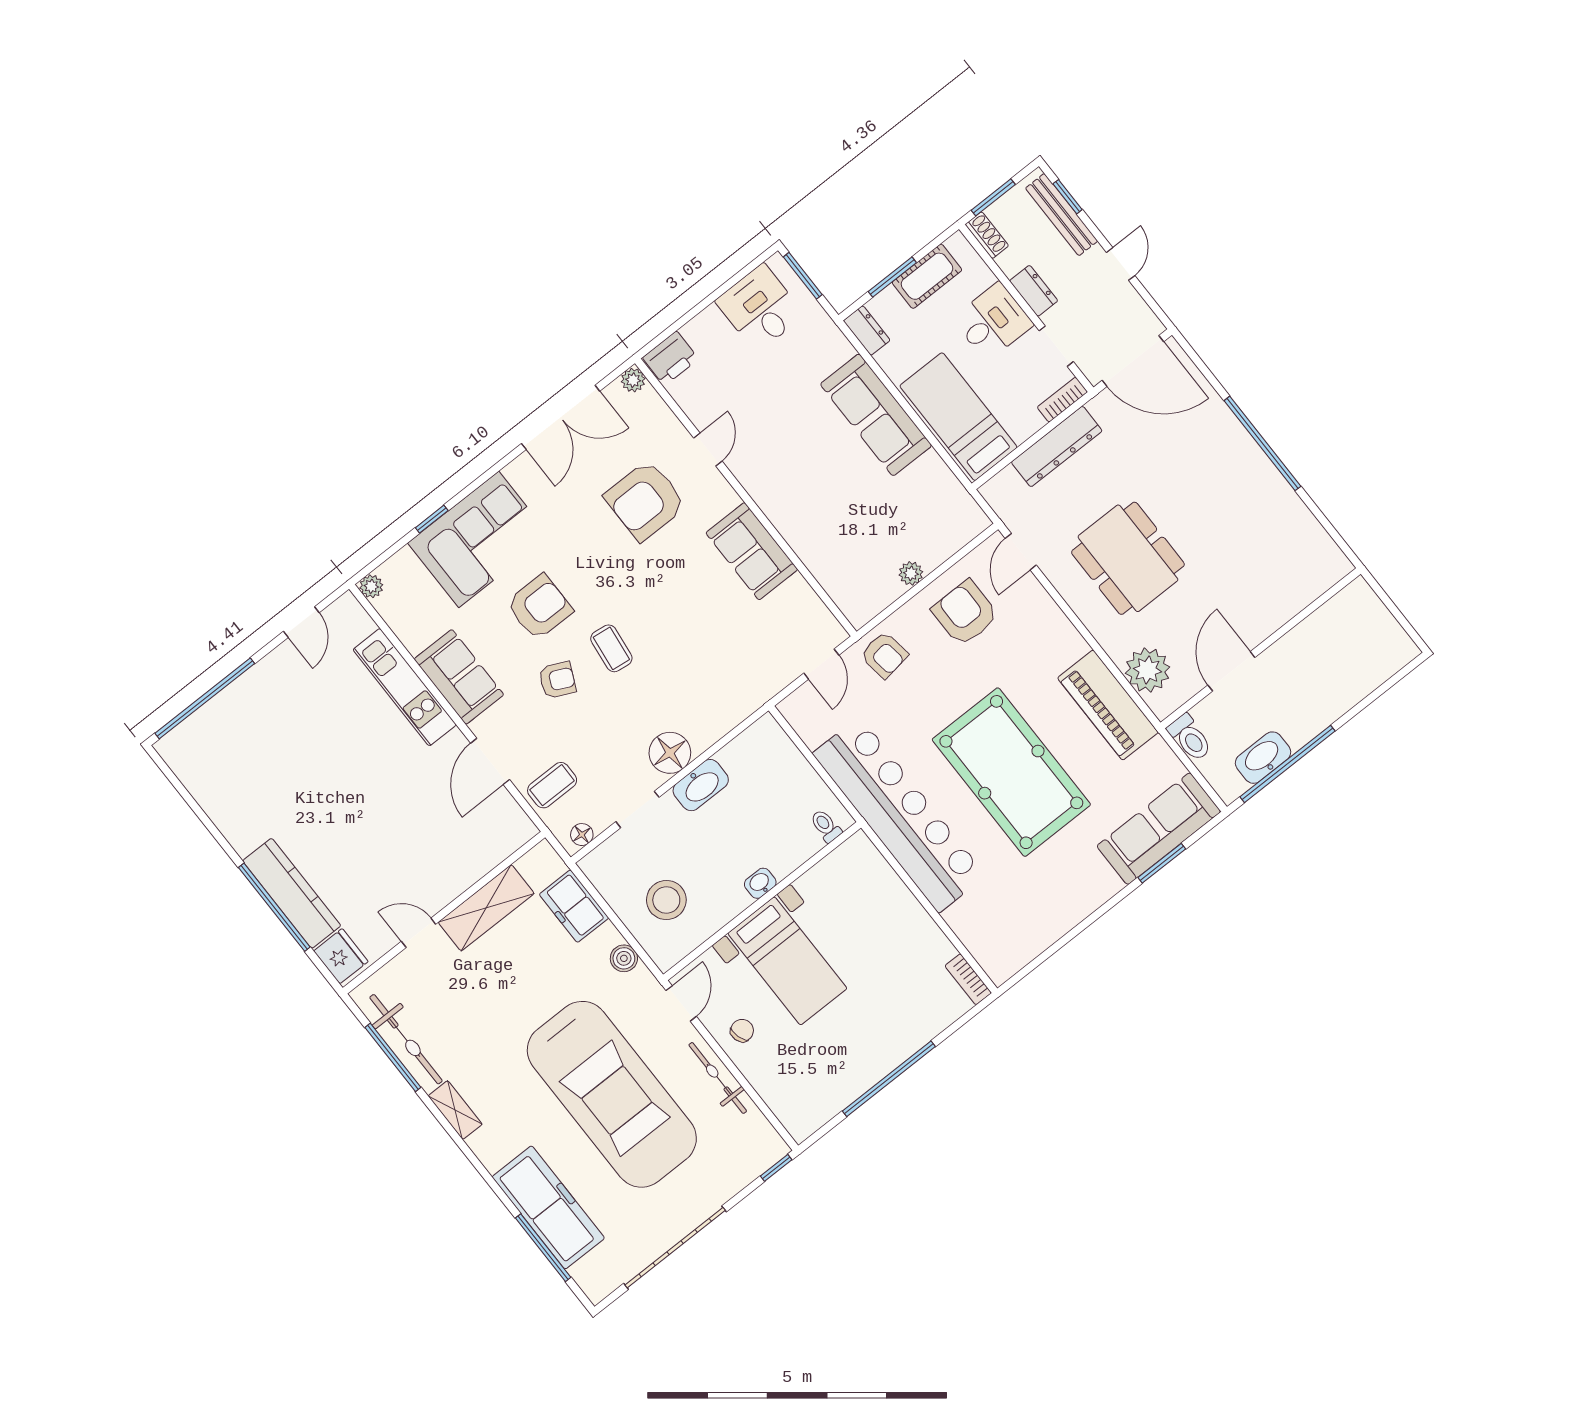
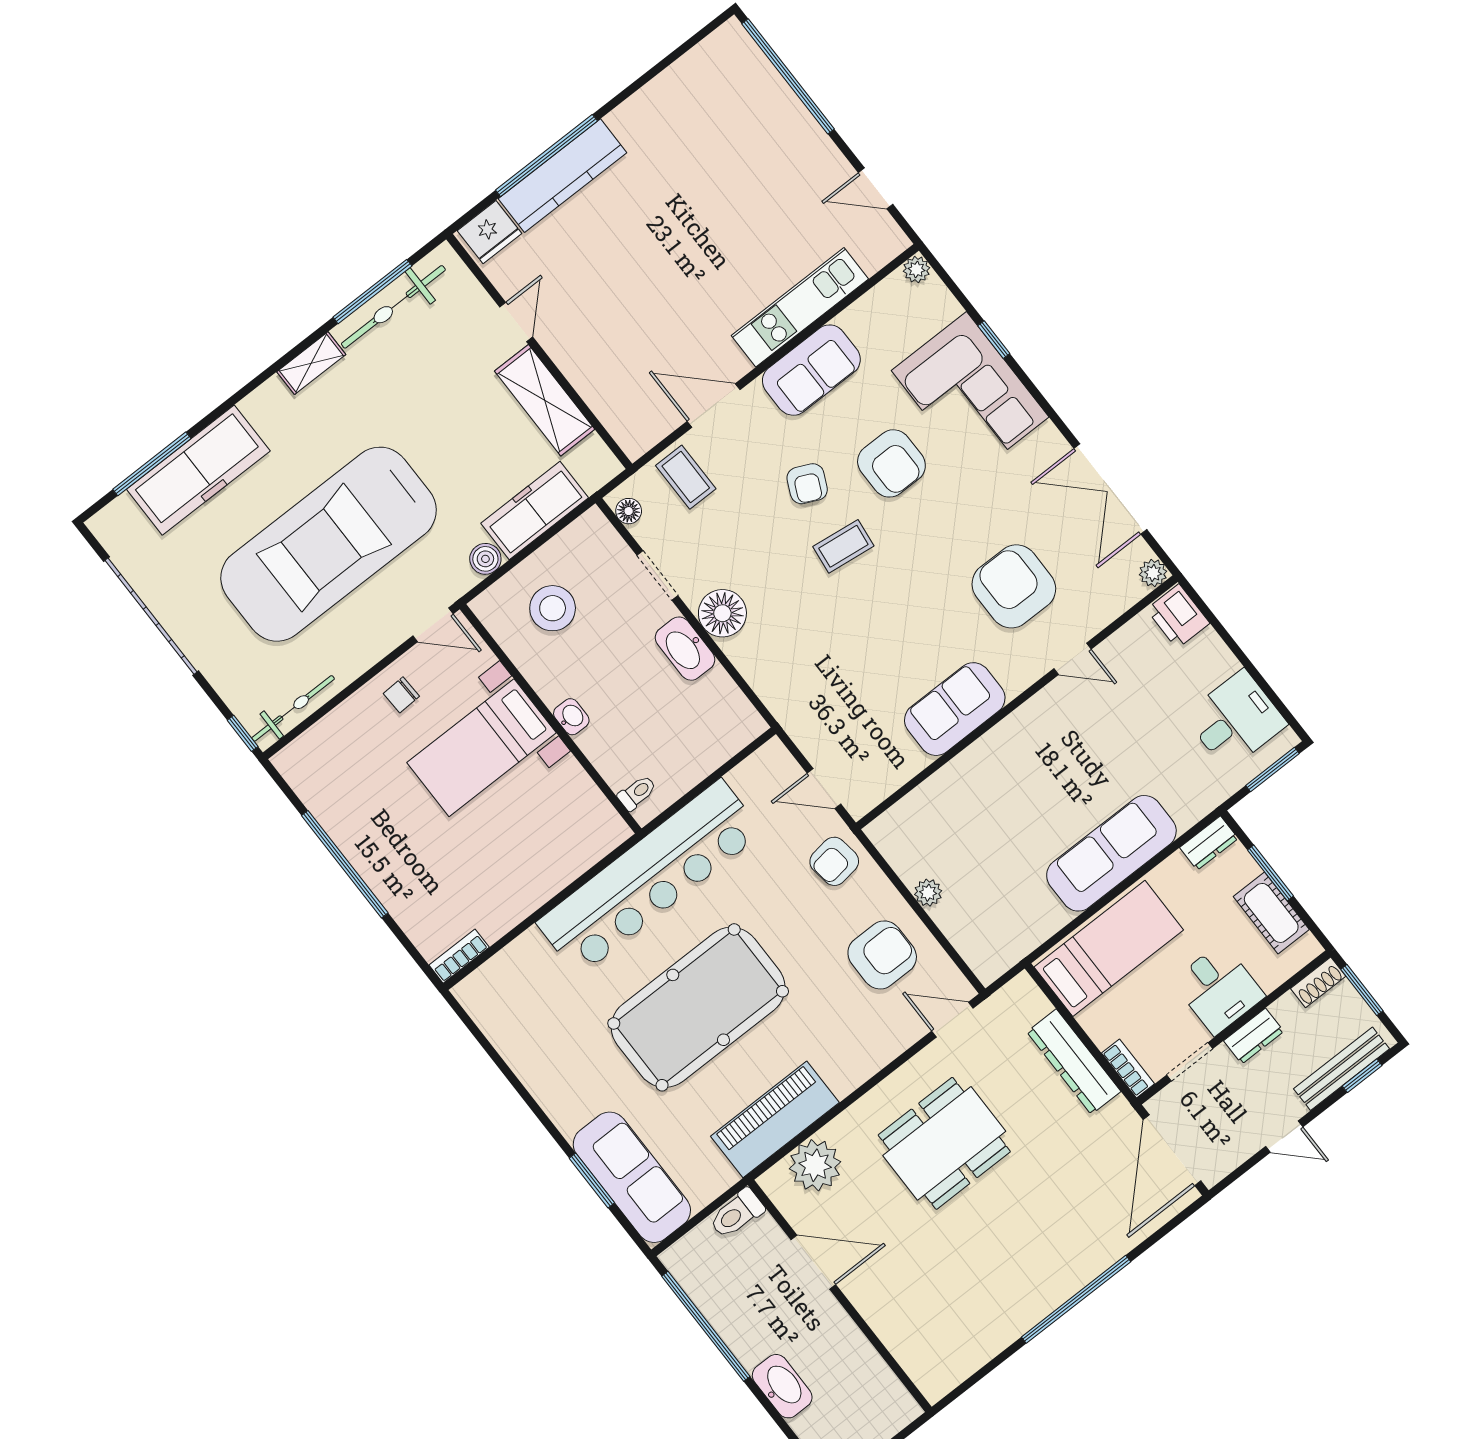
washbasin: (1263, 758) -> (782, 1386), moved
freezer: (574, 906) -> (535, 510), width x1.40
chair: (742, 1031) -> (401, 695), turned 104
bicycle: (718, 1078) -> (293, 708), moved

